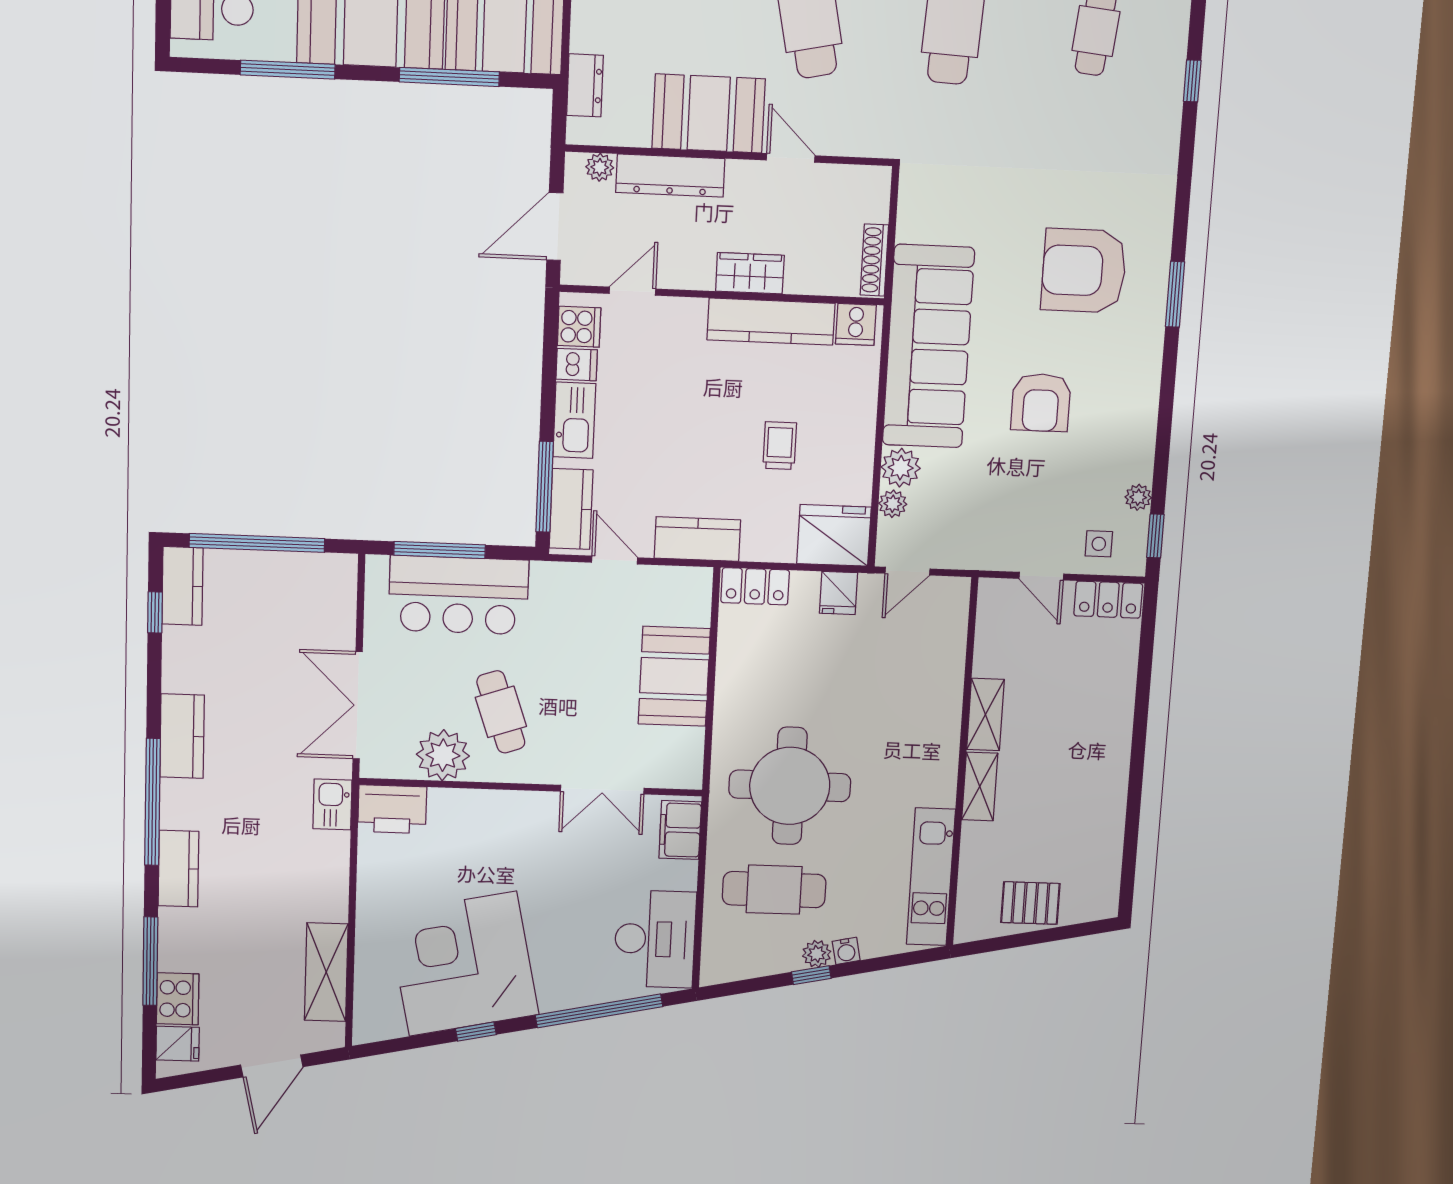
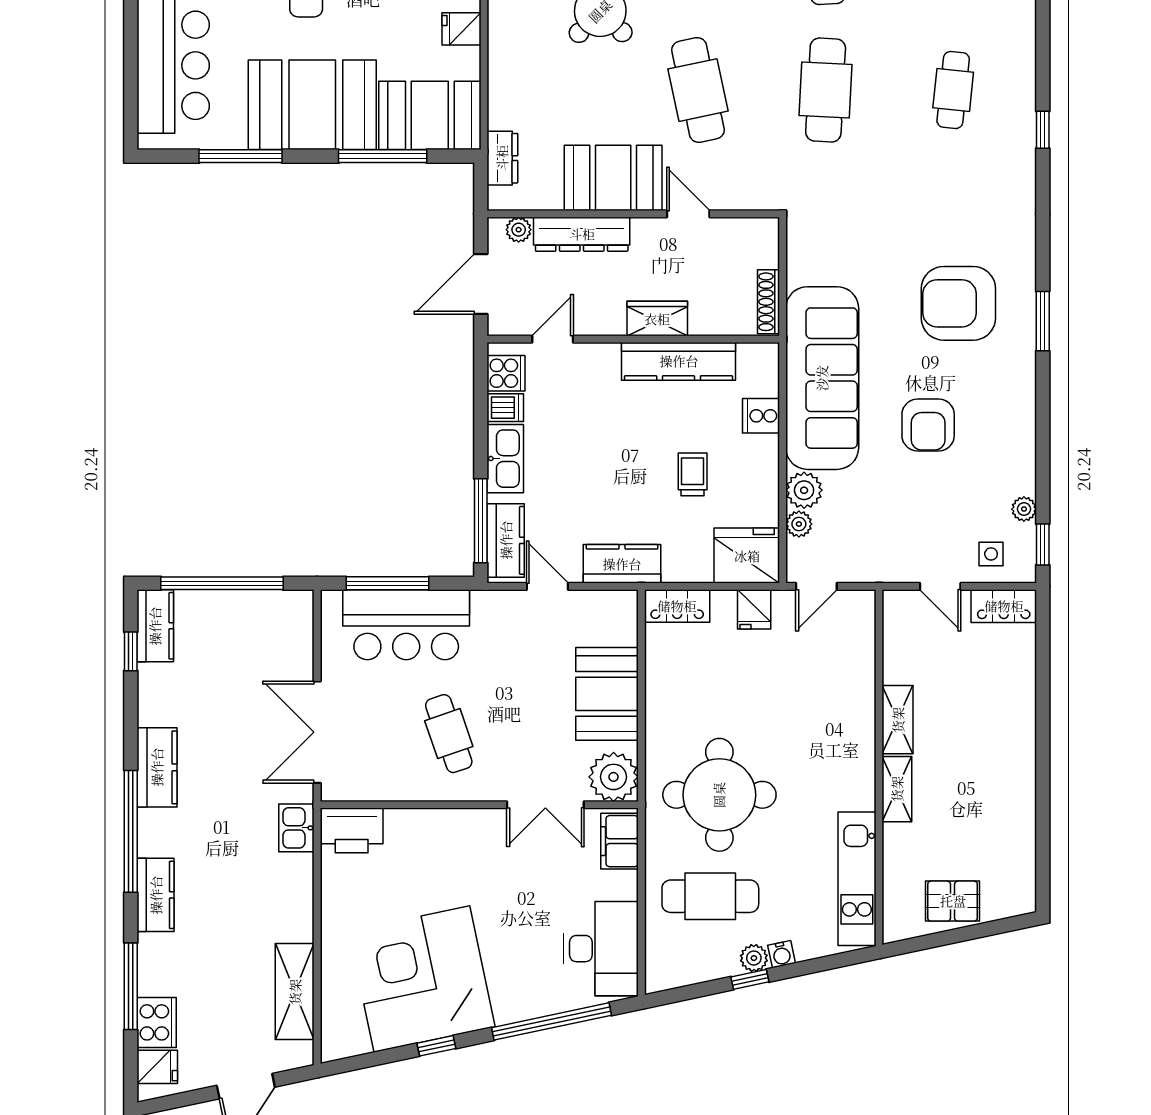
cooker: (856, 324) -> (761, 416), moved, turned 90
plant: (443, 755) -> (614, 777), moved

